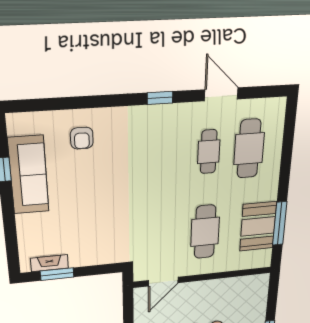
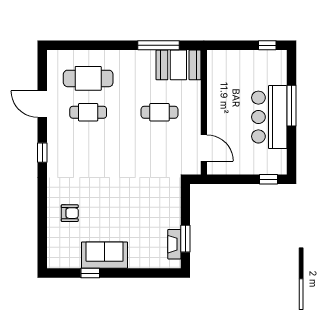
door: (221, 94) -> (42, 104), hinge flipped
sofa: (29, 175) -> (105, 255), width x0.73
booth: (258, 226) -> (178, 65), moved
cafe table: (205, 232) -> (159, 112), width x0.73, depth x0.74

